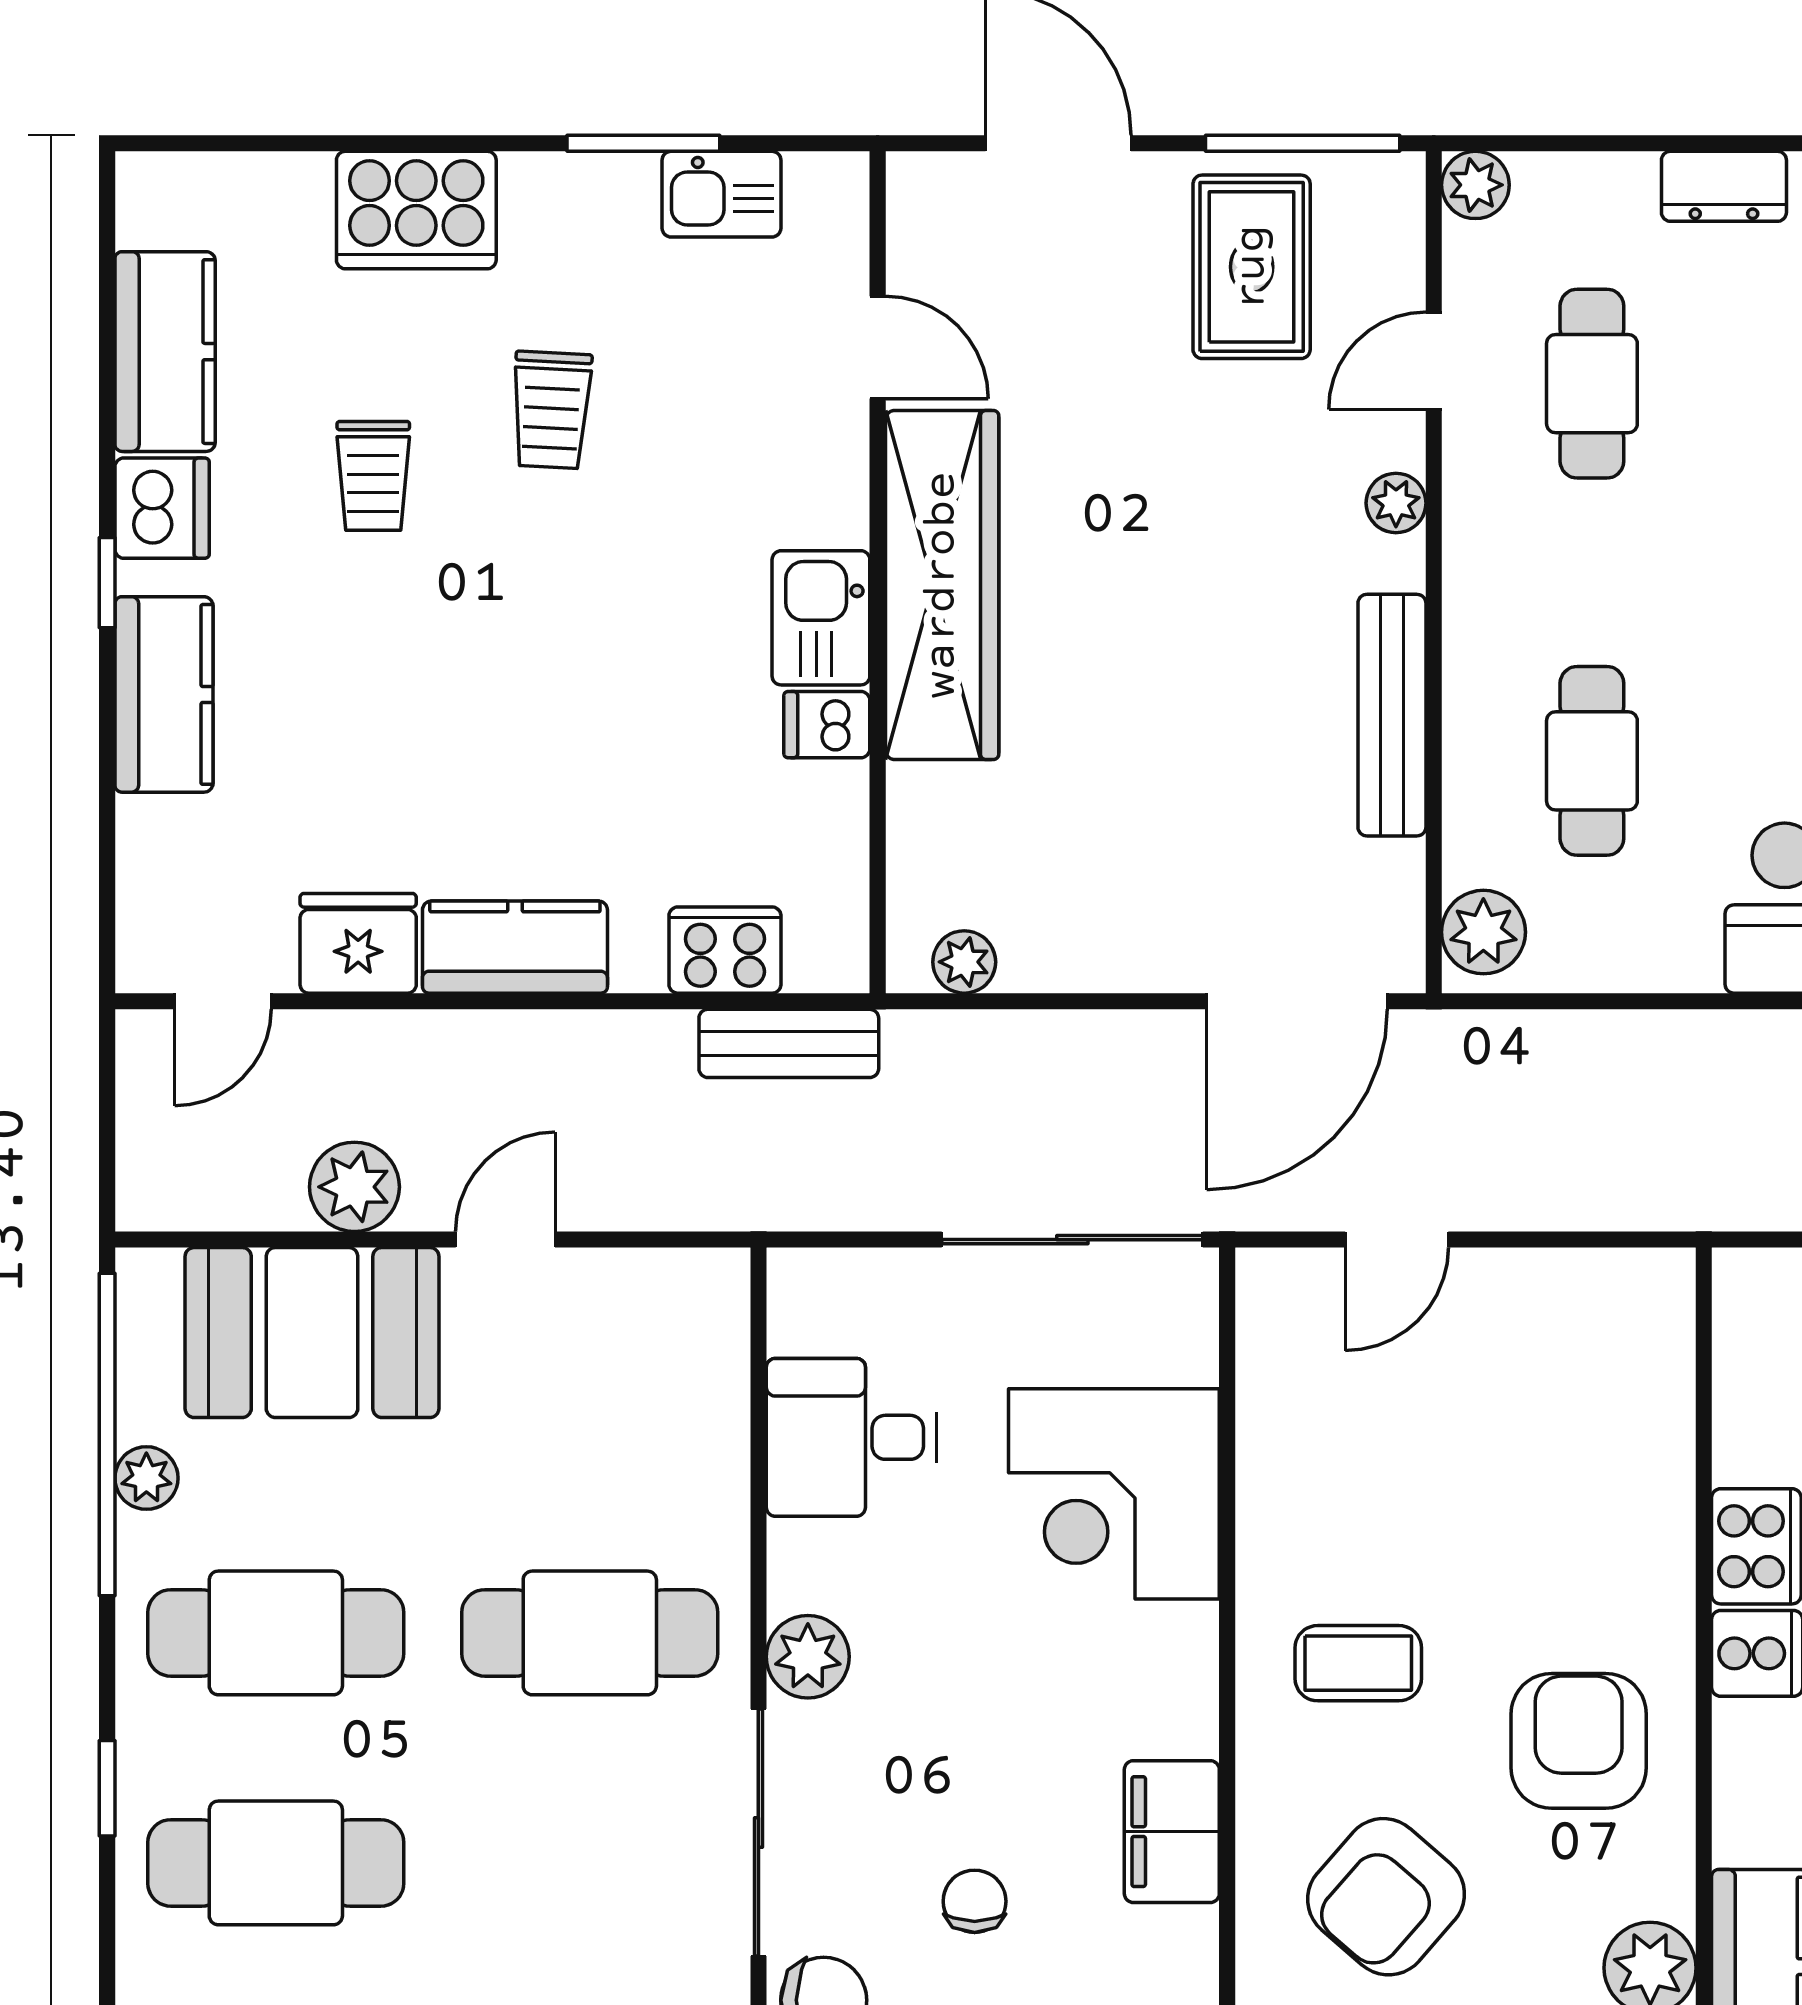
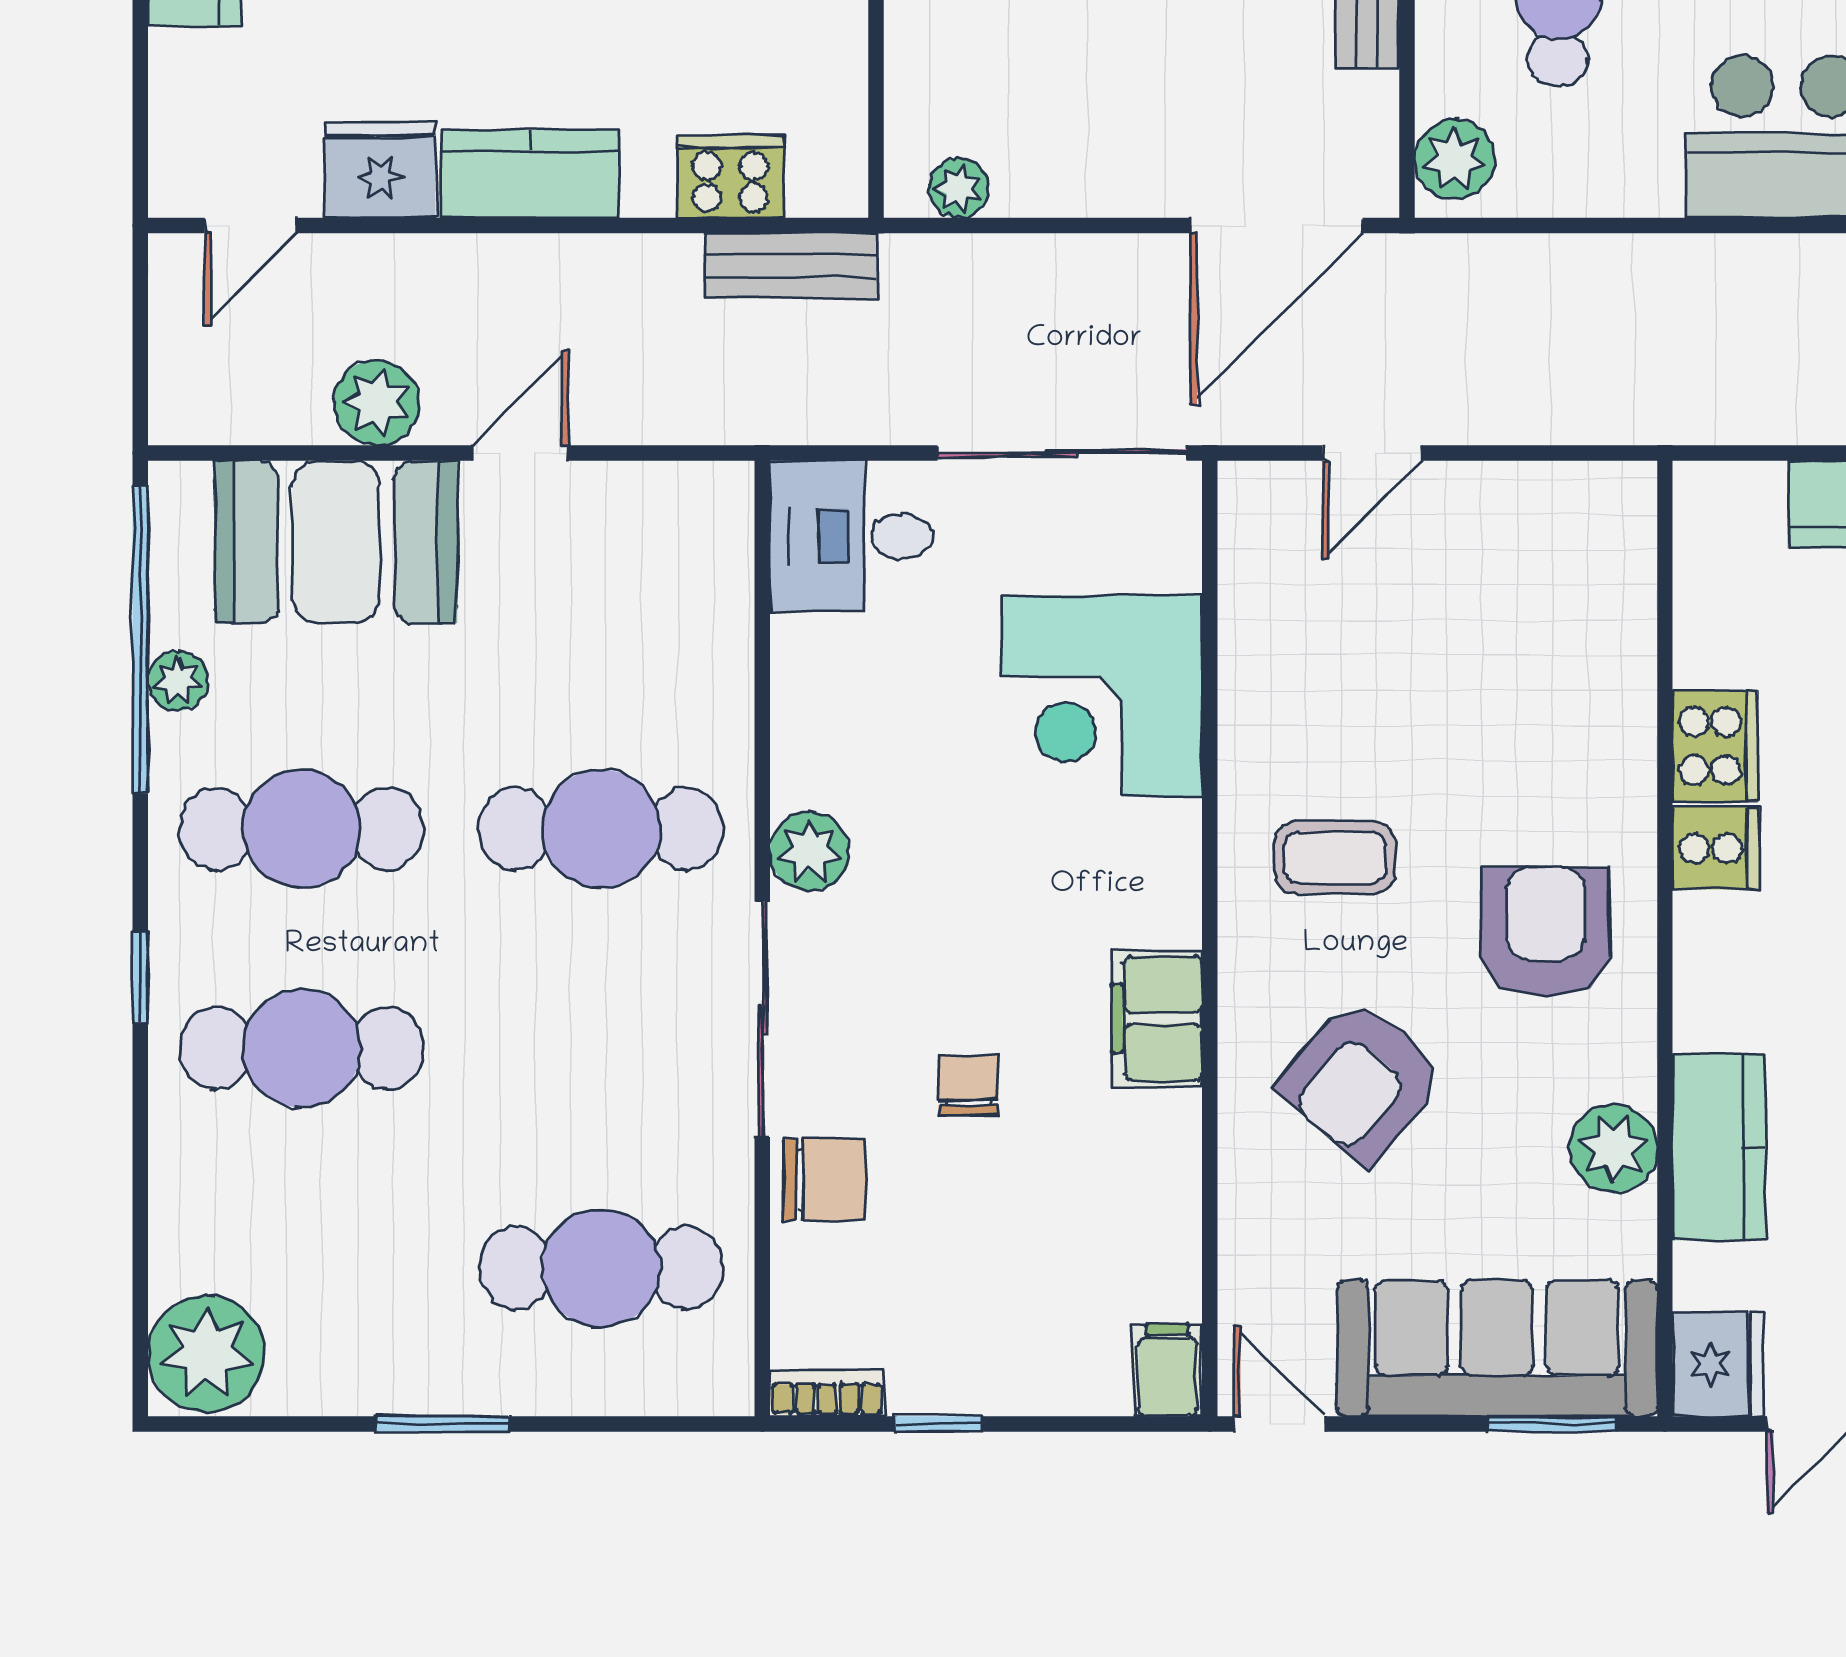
desk: (852, 1437) -> (851, 536), moved

